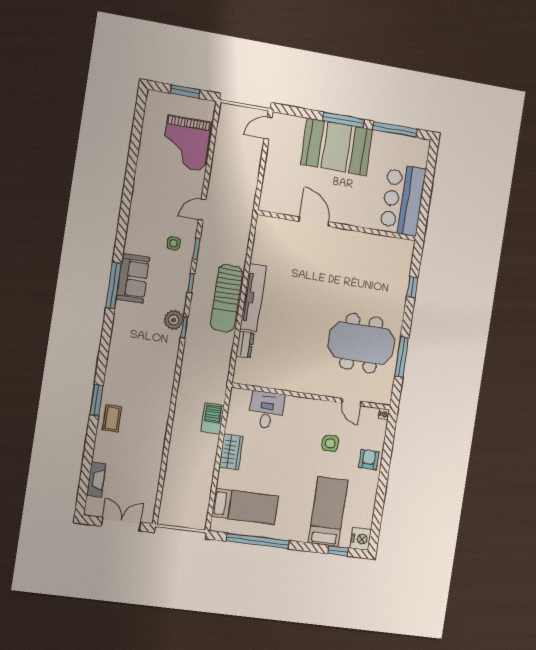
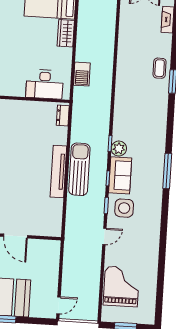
side table: (174, 243) -> (124, 208), width x1.87, depth x1.87
sofa: (133, 278) -> (120, 175), moved, turned 180
dresser: (245, 344) -> (63, 116), moved
desk: (267, 410) -> (45, 84), width x1.37
wardrobe: (231, 452) -> (66, 33), moved

